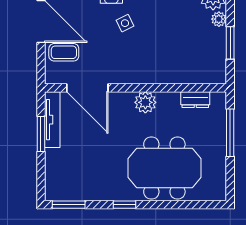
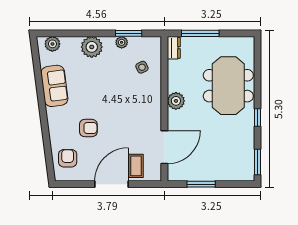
plant: (219, 19) -> (122, 42), moved
side table: (125, 23) -> (142, 67), moved
dresser: (195, 100) -> (174, 48), moved
tv unit: (52, 120) -> (190, 175), removed

